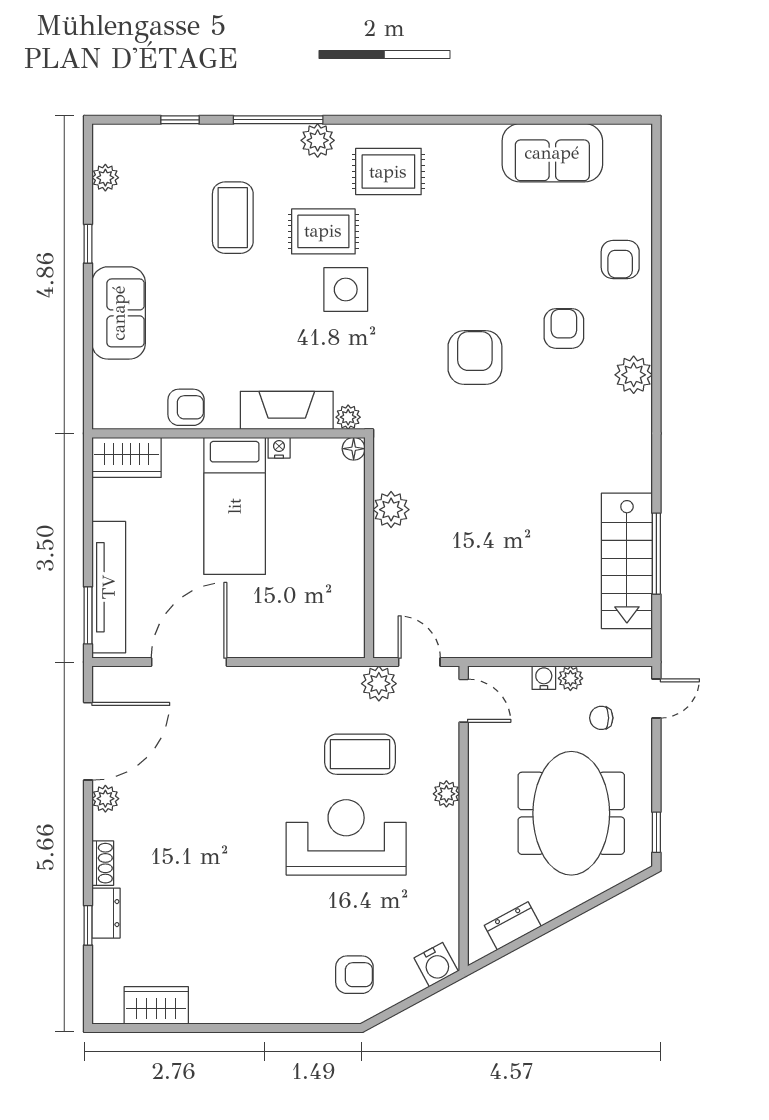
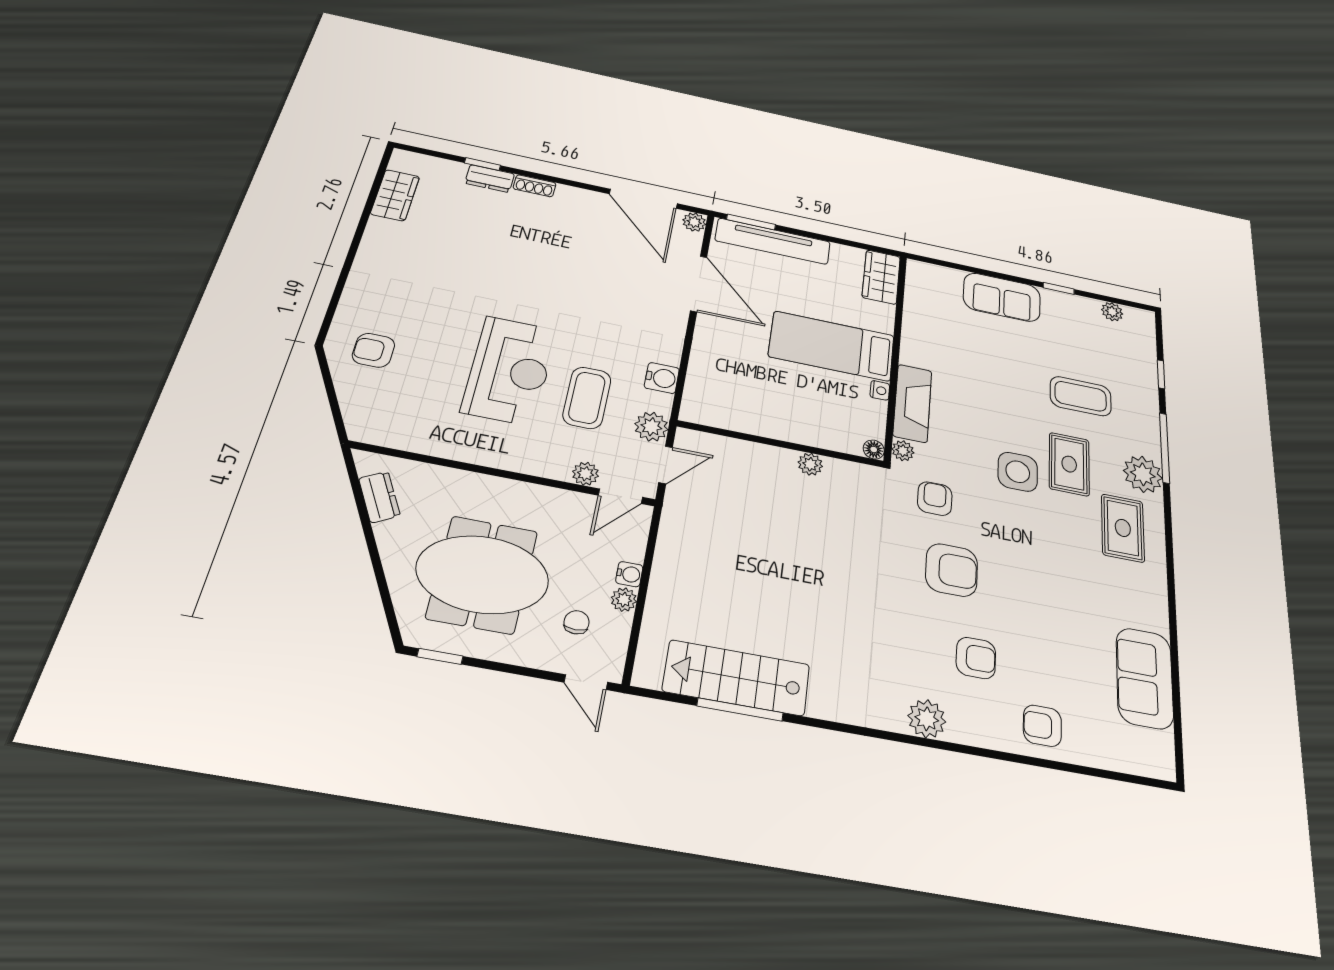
plant: (318, 140) -> (1143, 474), width x1.36, depth x1.36
armchair: (186, 407) -> (935, 499), moved, turned 180
plant: (391, 510) -> (810, 464), width x0.73, depth x0.73
plant: (446, 794) -> (586, 474), moved
plant: (105, 799) -> (694, 222), moved
water cooler: (436, 965) -> (662, 378), moved, turned -152
armchair: (354, 975) -> (373, 350), turned 90

